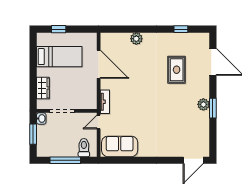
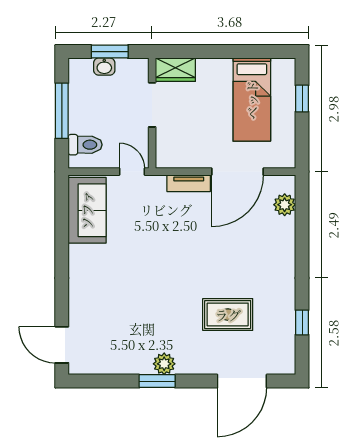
plant: (136, 39) -> (285, 205), moved
wardrobe: (43, 88) -> (175, 70), moved
tv unit: (105, 102) -> (189, 183), moved
washbasin: (41, 119) -> (104, 67), moved

